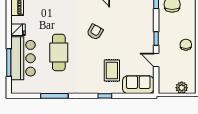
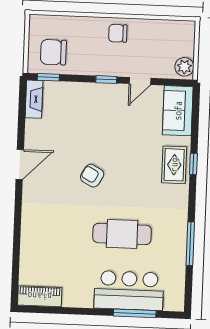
fridge: (18, 30) -> (84, 297), removed
rug: (112, 71) -> (174, 165), moved, turned 90
plant: (182, 88) -> (184, 67), moved

